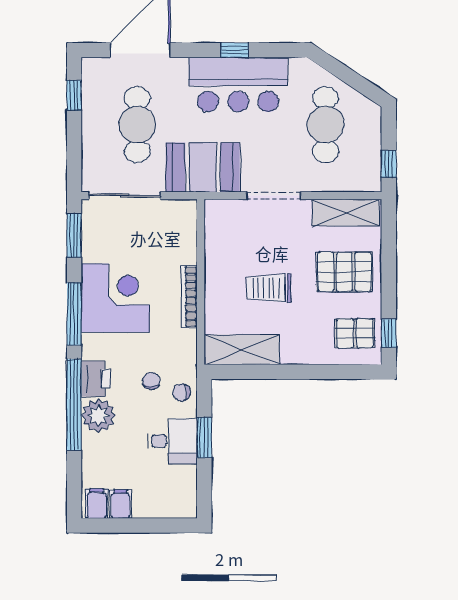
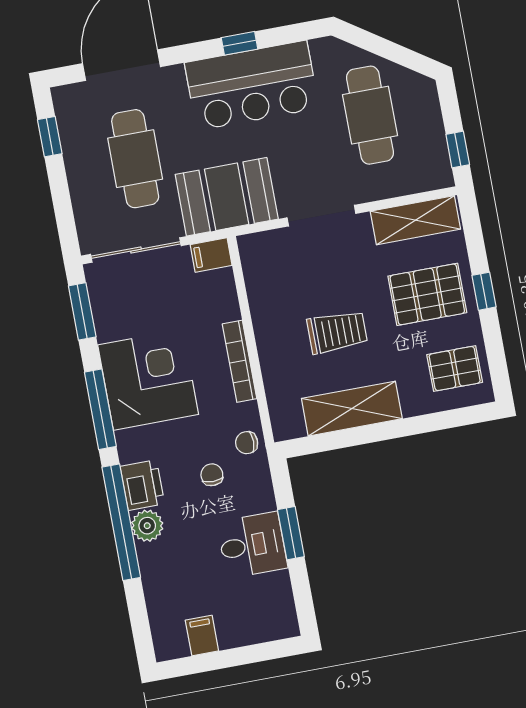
trolley: (269, 288) -> (337, 332), turned 180
window: (389, 333) -> (484, 291), moved
shelving: (242, 350) -> (352, 409), moved
chair: (181, 393) -> (247, 443), moved
plant: (98, 416) -> (147, 526), width x0.73, depth x0.73
filing cabinet: (97, 504) -> (211, 255), moved, turned -90

